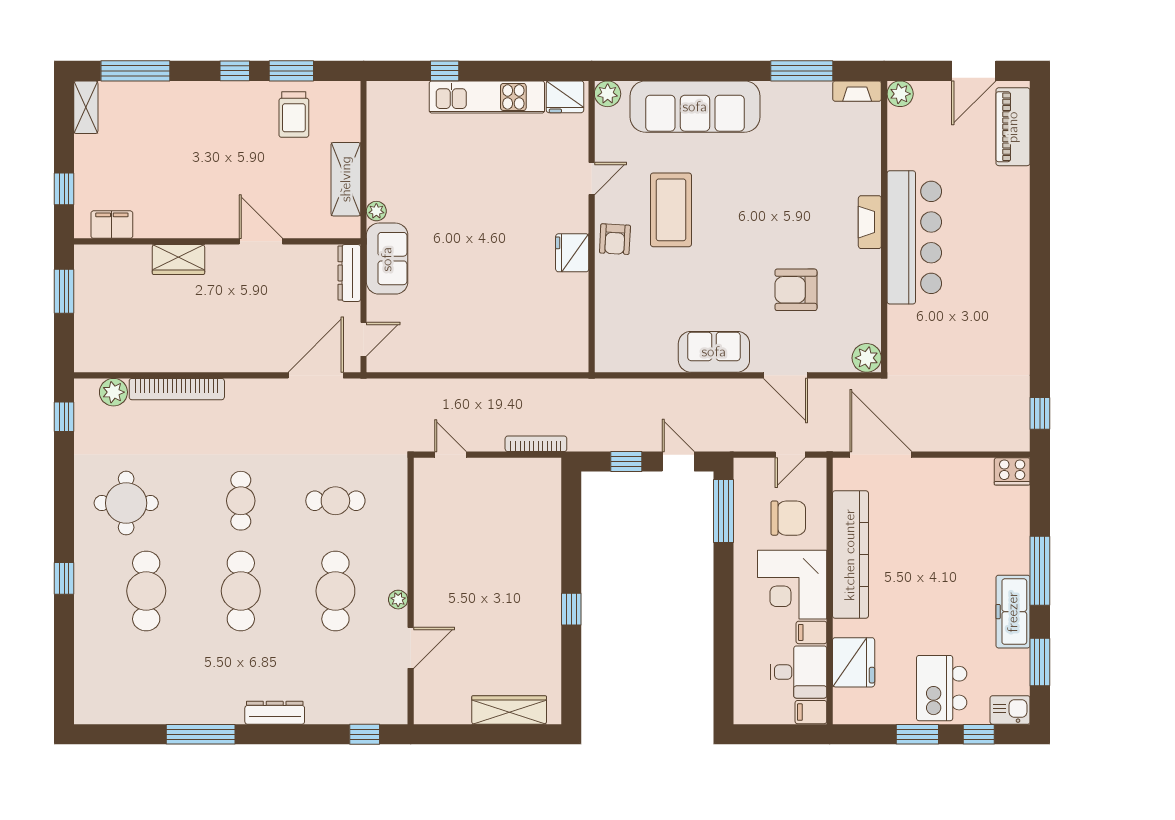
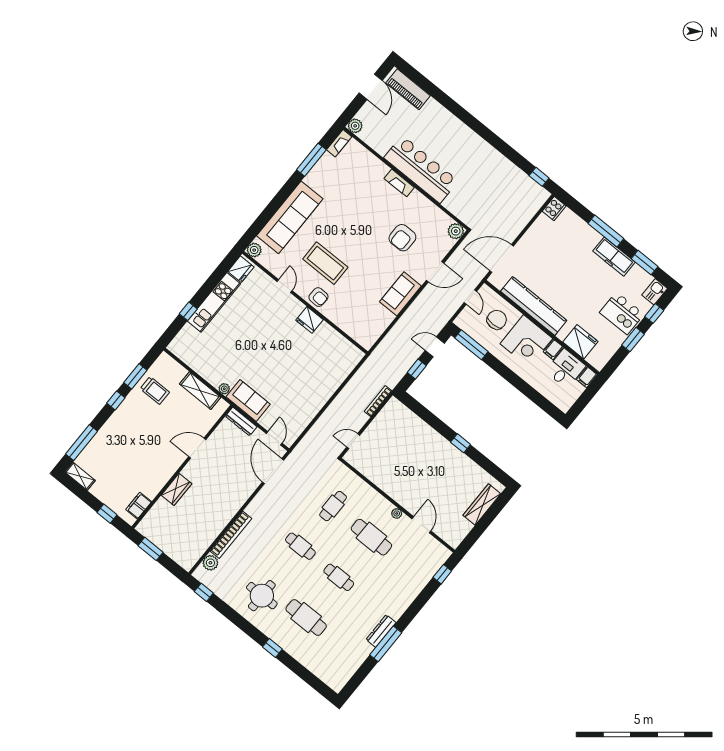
cafe table: (241, 591) -> (339, 577), width x0.73, depth x0.74
dresser: (275, 713) -> (381, 631), moved

